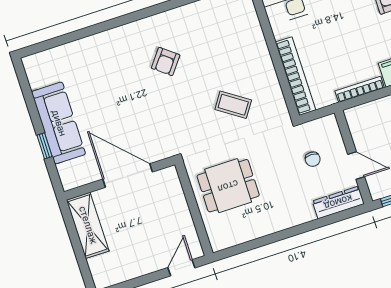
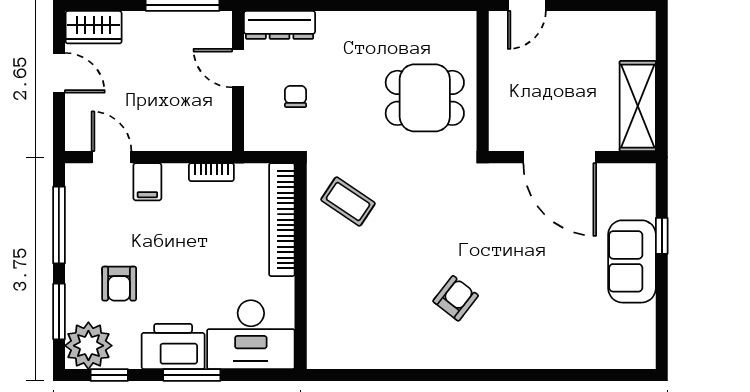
bookcase: (360, 89) -> (211, 172), width x0.64
coffee table: (233, 105) -> (348, 201), moved
sofa: (59, 123) -> (632, 261), width x0.73

